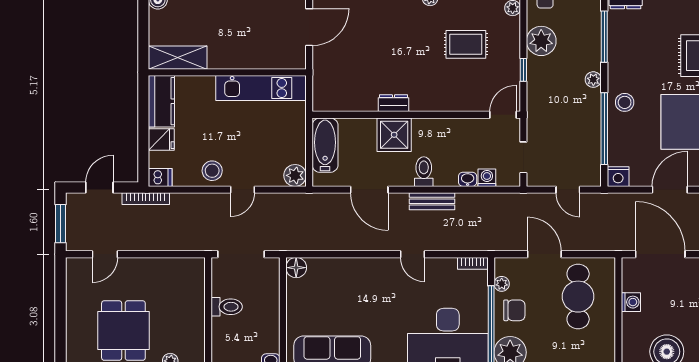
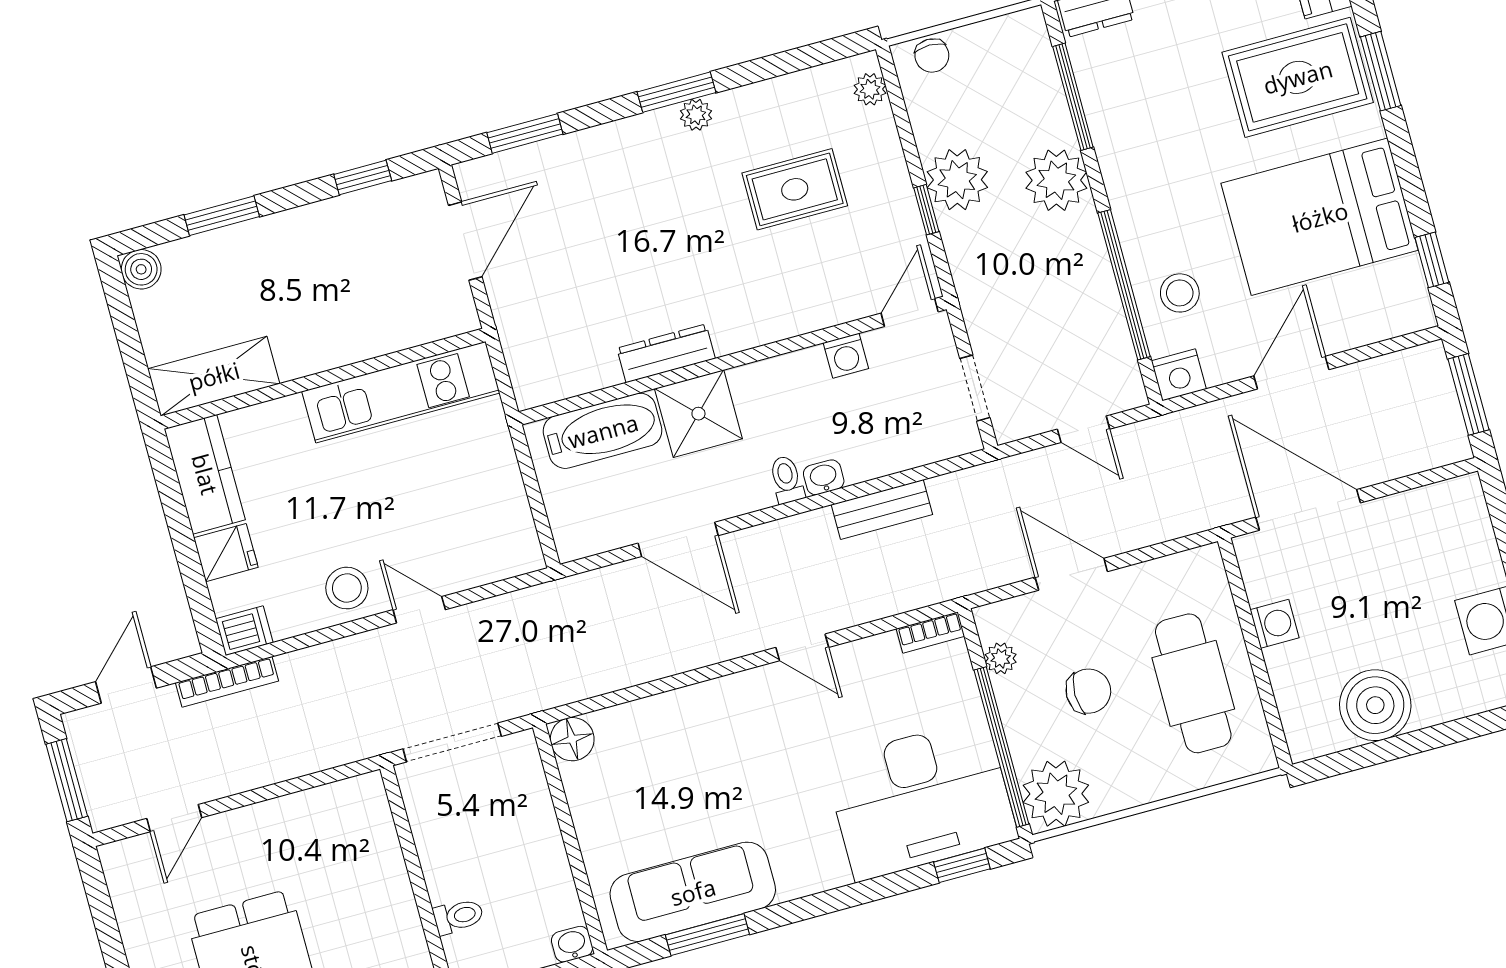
plant: (541, 41) -> (957, 180), moved
plant: (593, 80) -> (1056, 180), width x1.88, depth x1.88
stool: (625, 102) -> (1180, 293), moved
dresser: (393, 103) -> (666, 353), width x1.44
bathtub: (325, 145) -> (603, 431), moved, turned 90
toilet: (424, 172) -> (787, 480), width x0.73, depth x0.72
plant: (295, 175) -> (519, 552), removed
washing machine: (487, 178) -> (846, 356), moved, turned 180
washbasin: (468, 179) -> (824, 477), moved
door: (242, 190) -> (419, 610), swing flipped
bench: (432, 201) -> (882, 509), moved
cafe table: (578, 297) -> (1193, 683), moved
toilet: (227, 307) -> (458, 916), moved, width x0.73, depth x0.72
chair: (514, 310) -> (1088, 691), moved

